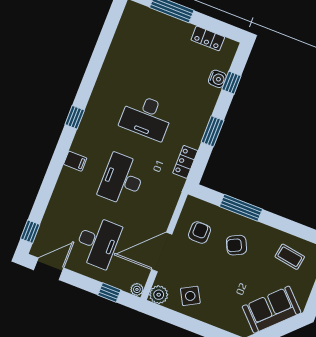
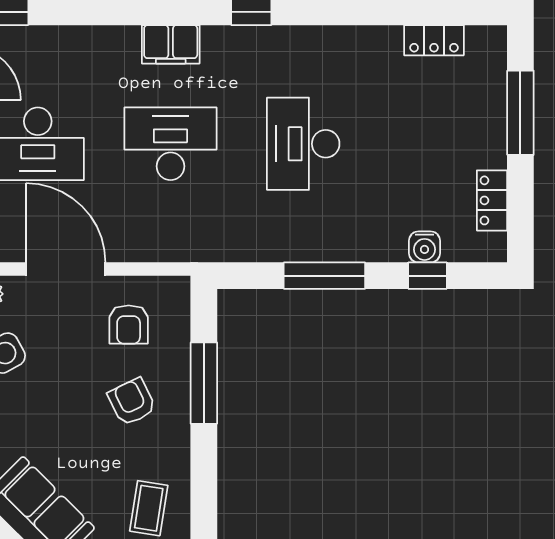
window: (212, 131) -> (324, 276), width x1.44
filing cabinet: (75, 161) -> (171, 44), width x2.00
locker: (185, 162) -> (434, 40), moved, turned 180
armchair: (200, 232) -> (129, 325), turned 90

